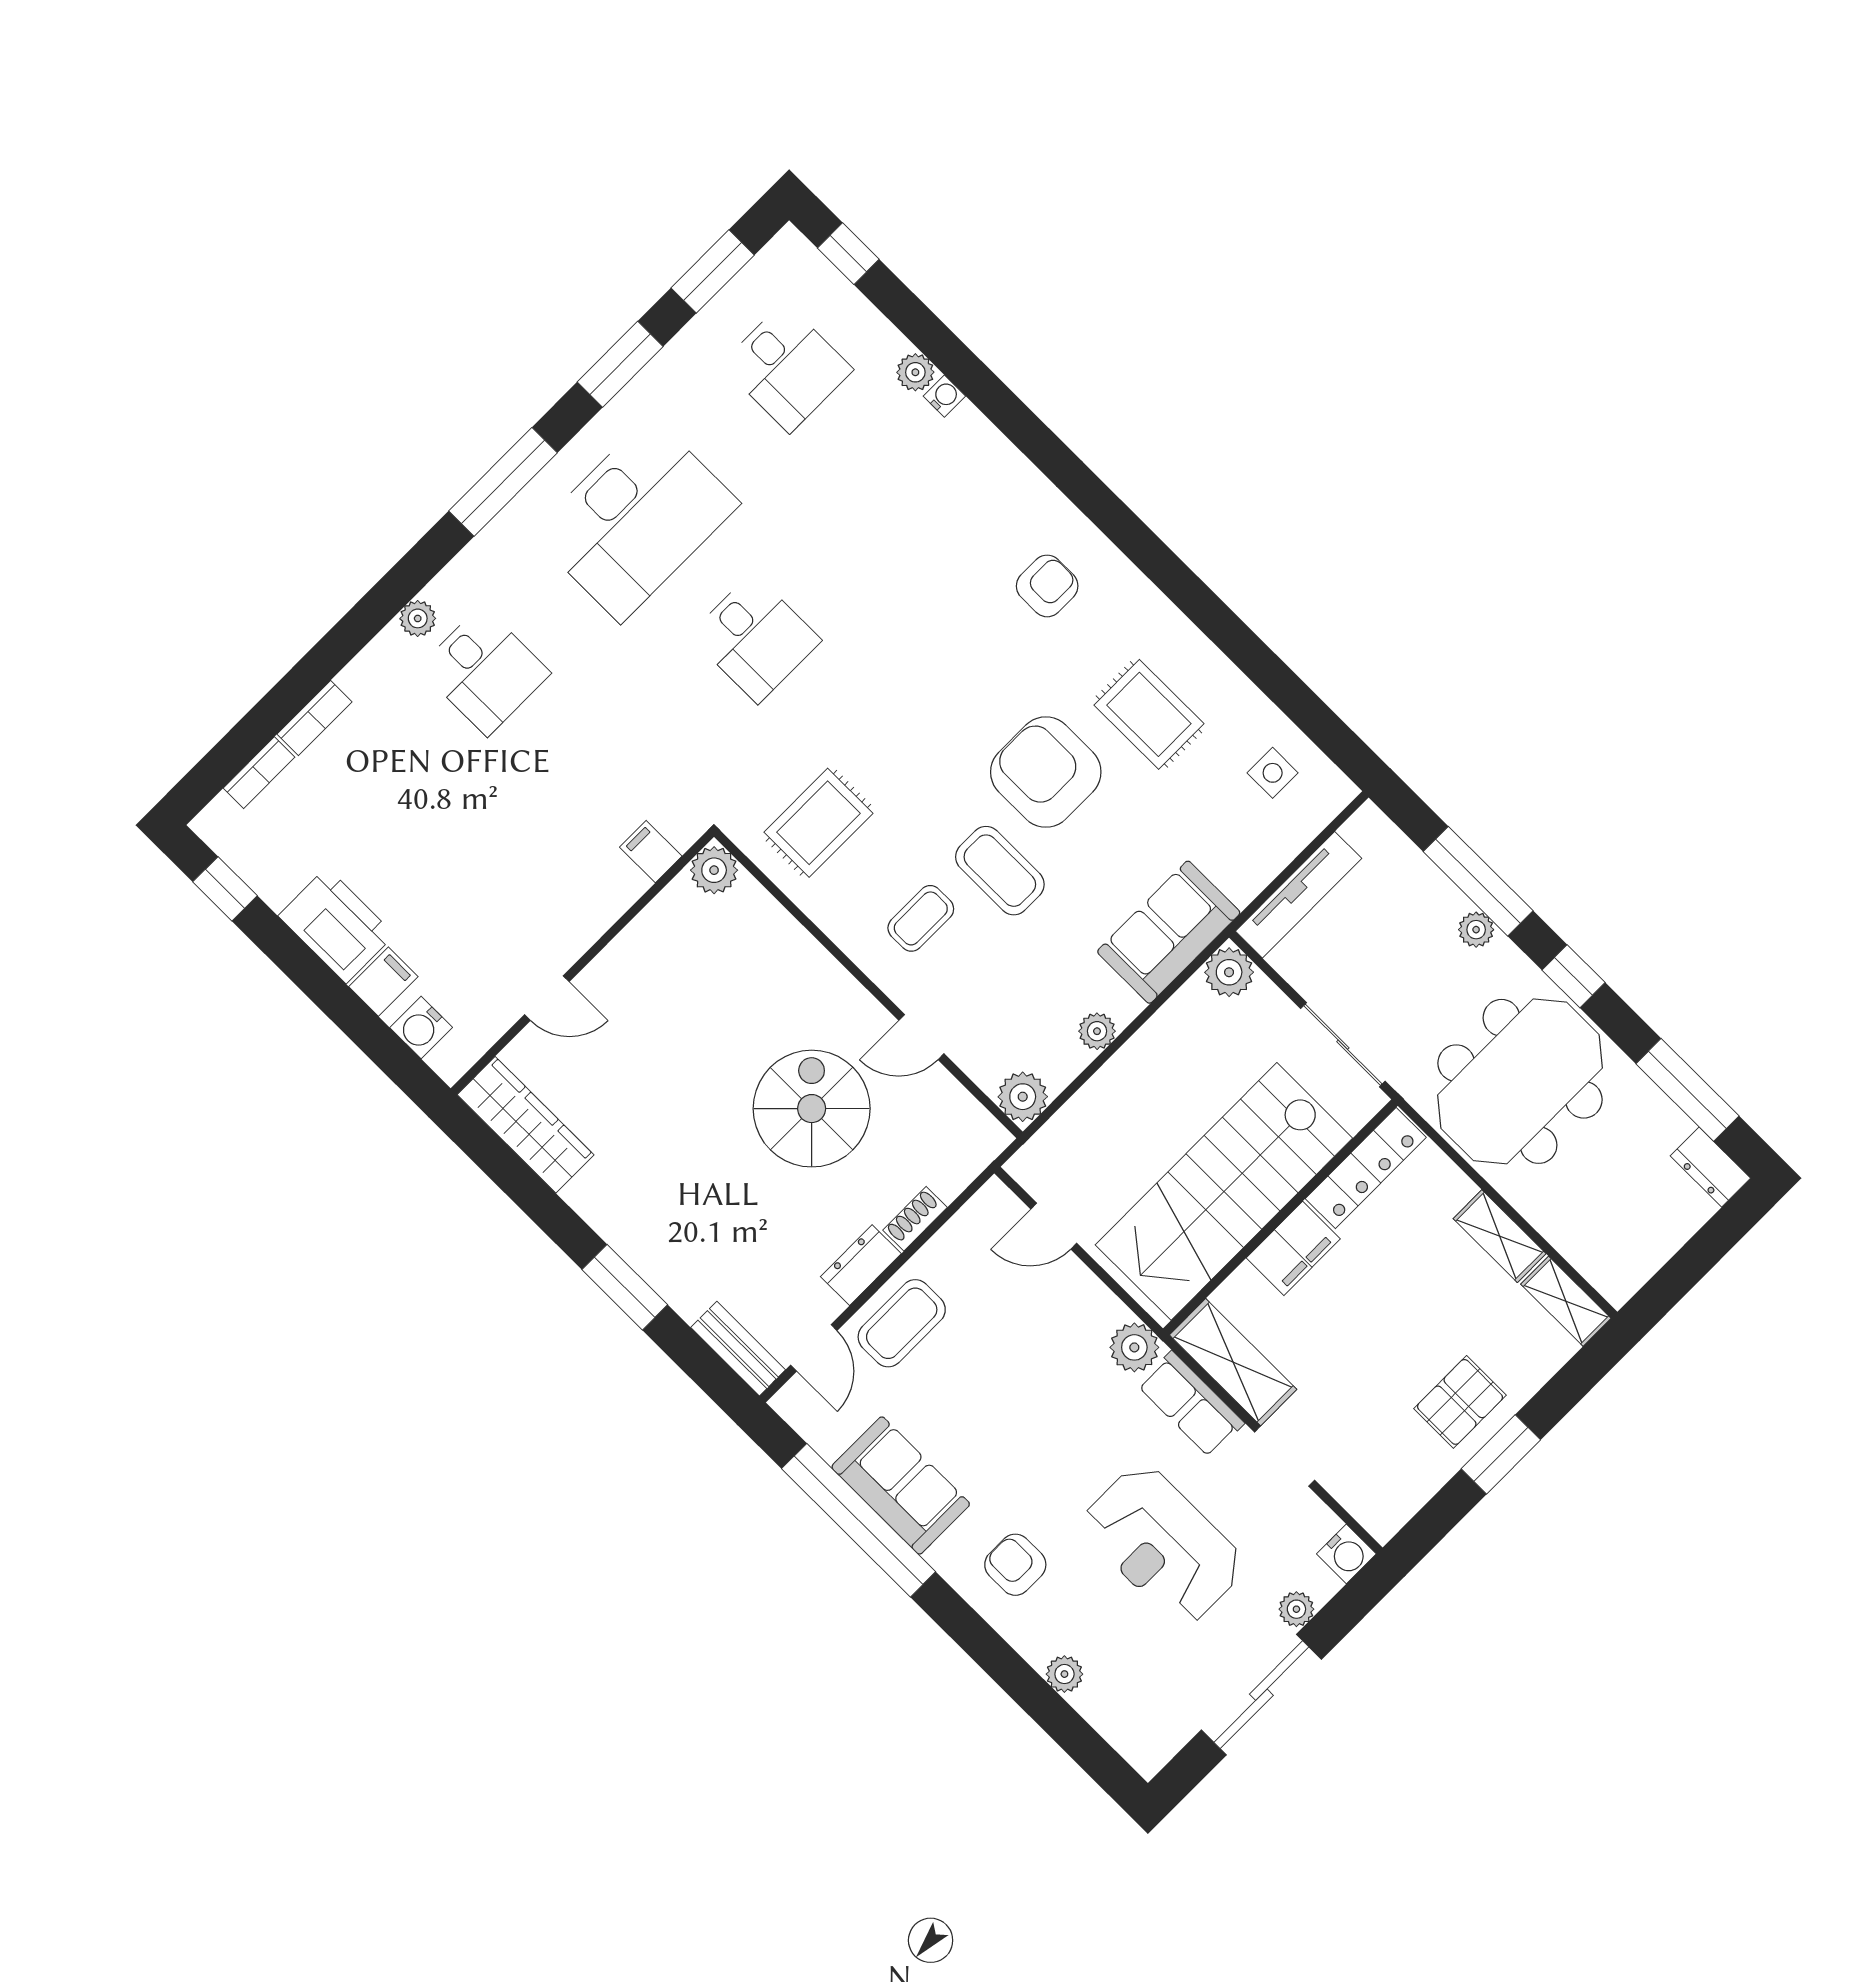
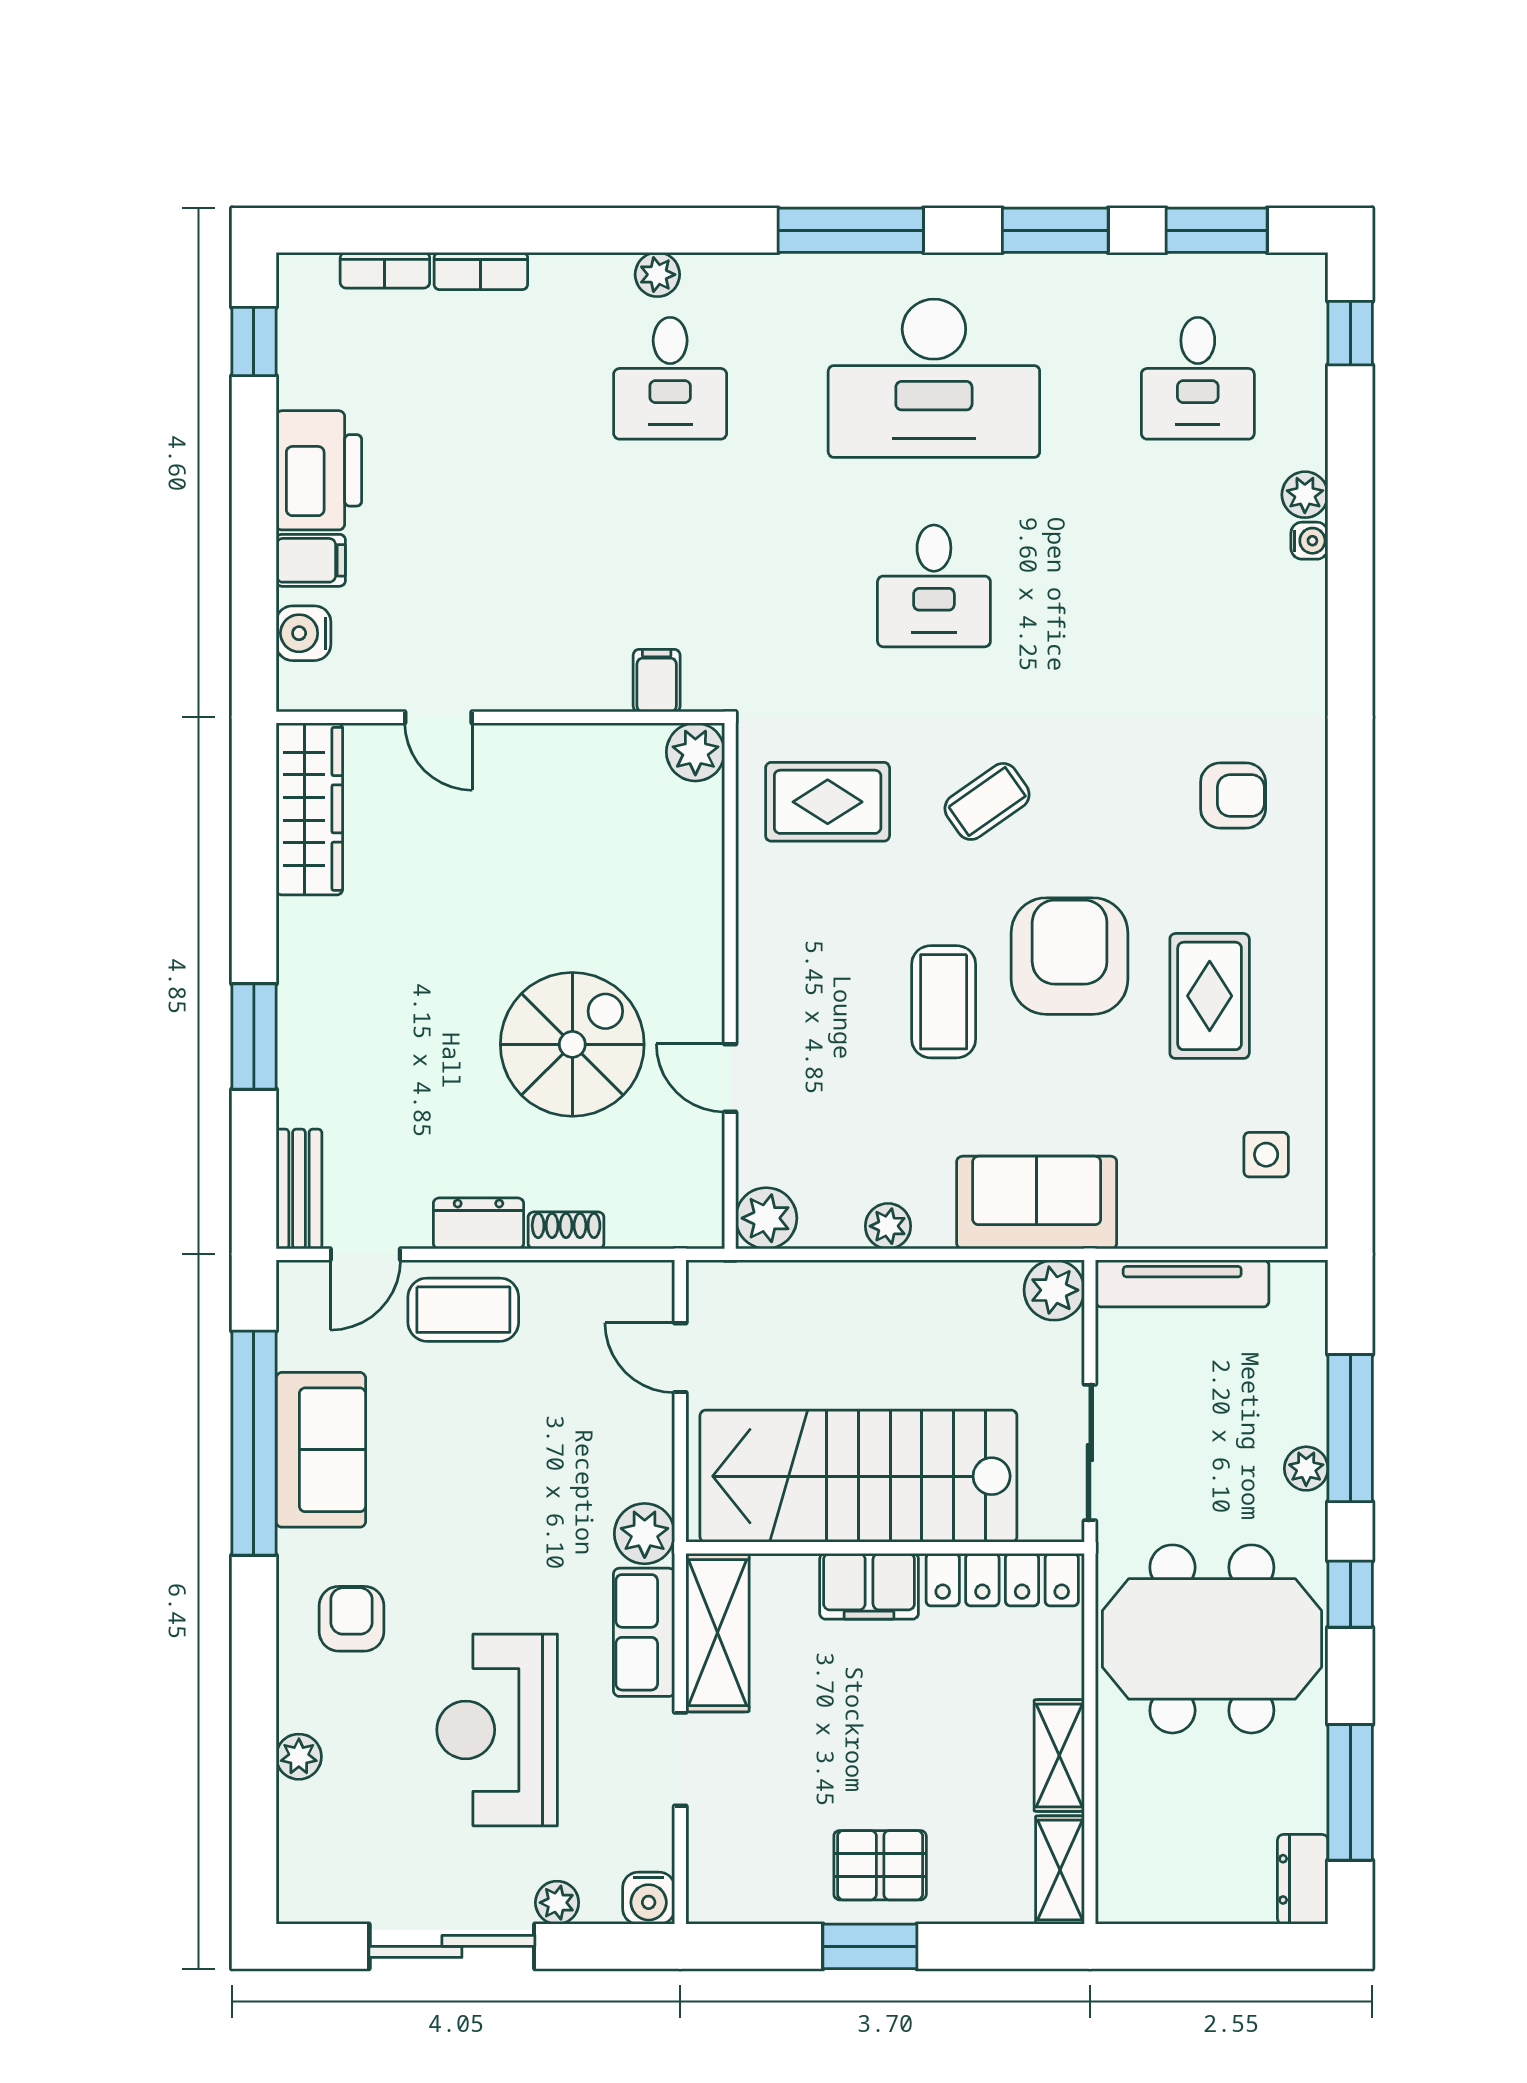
coffee table: (921, 918) -> (987, 801), moved, turned -35

